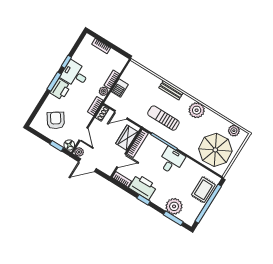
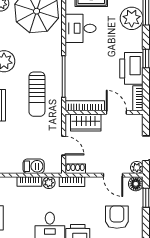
armchair: (56, 120) -> (117, 217), turned 124
door: (83, 134) -> (113, 175), swing flipped
desk: (171, 161) -> (80, 28), moved

